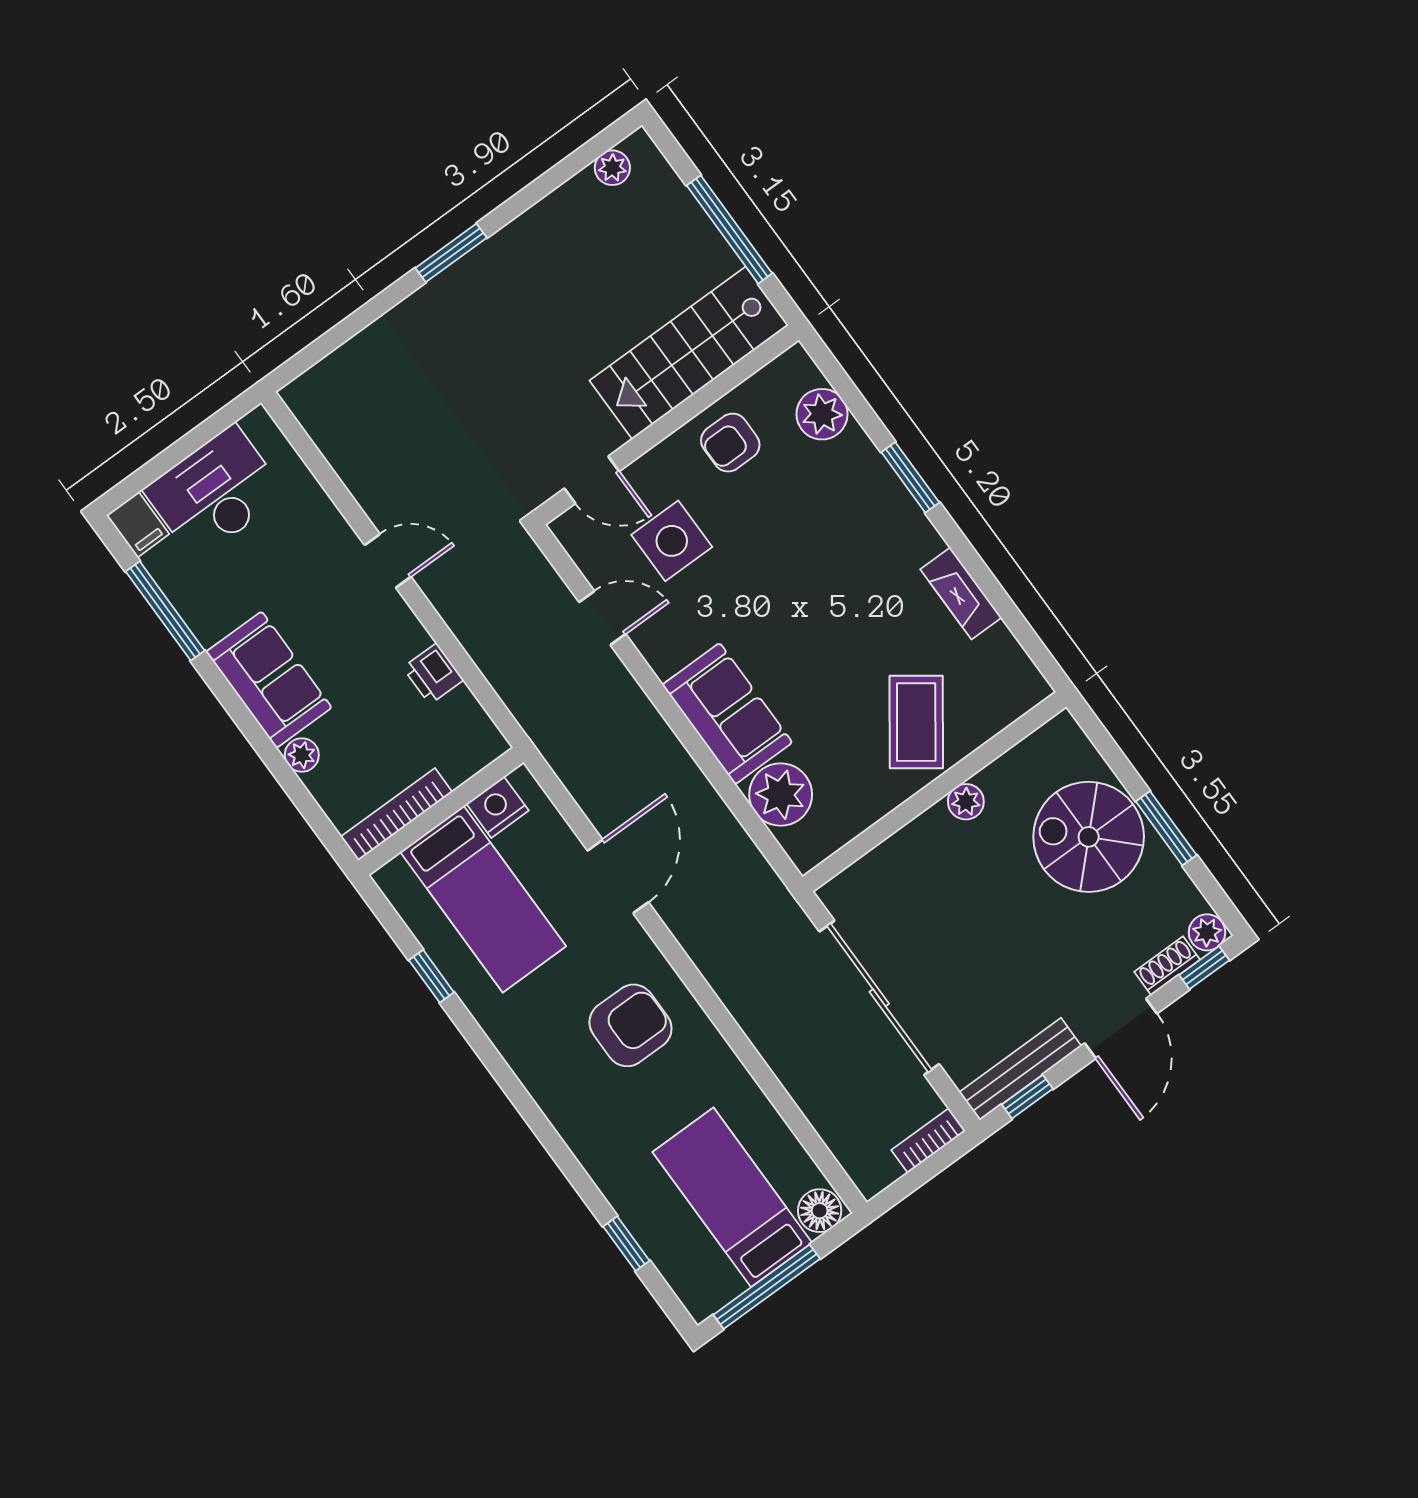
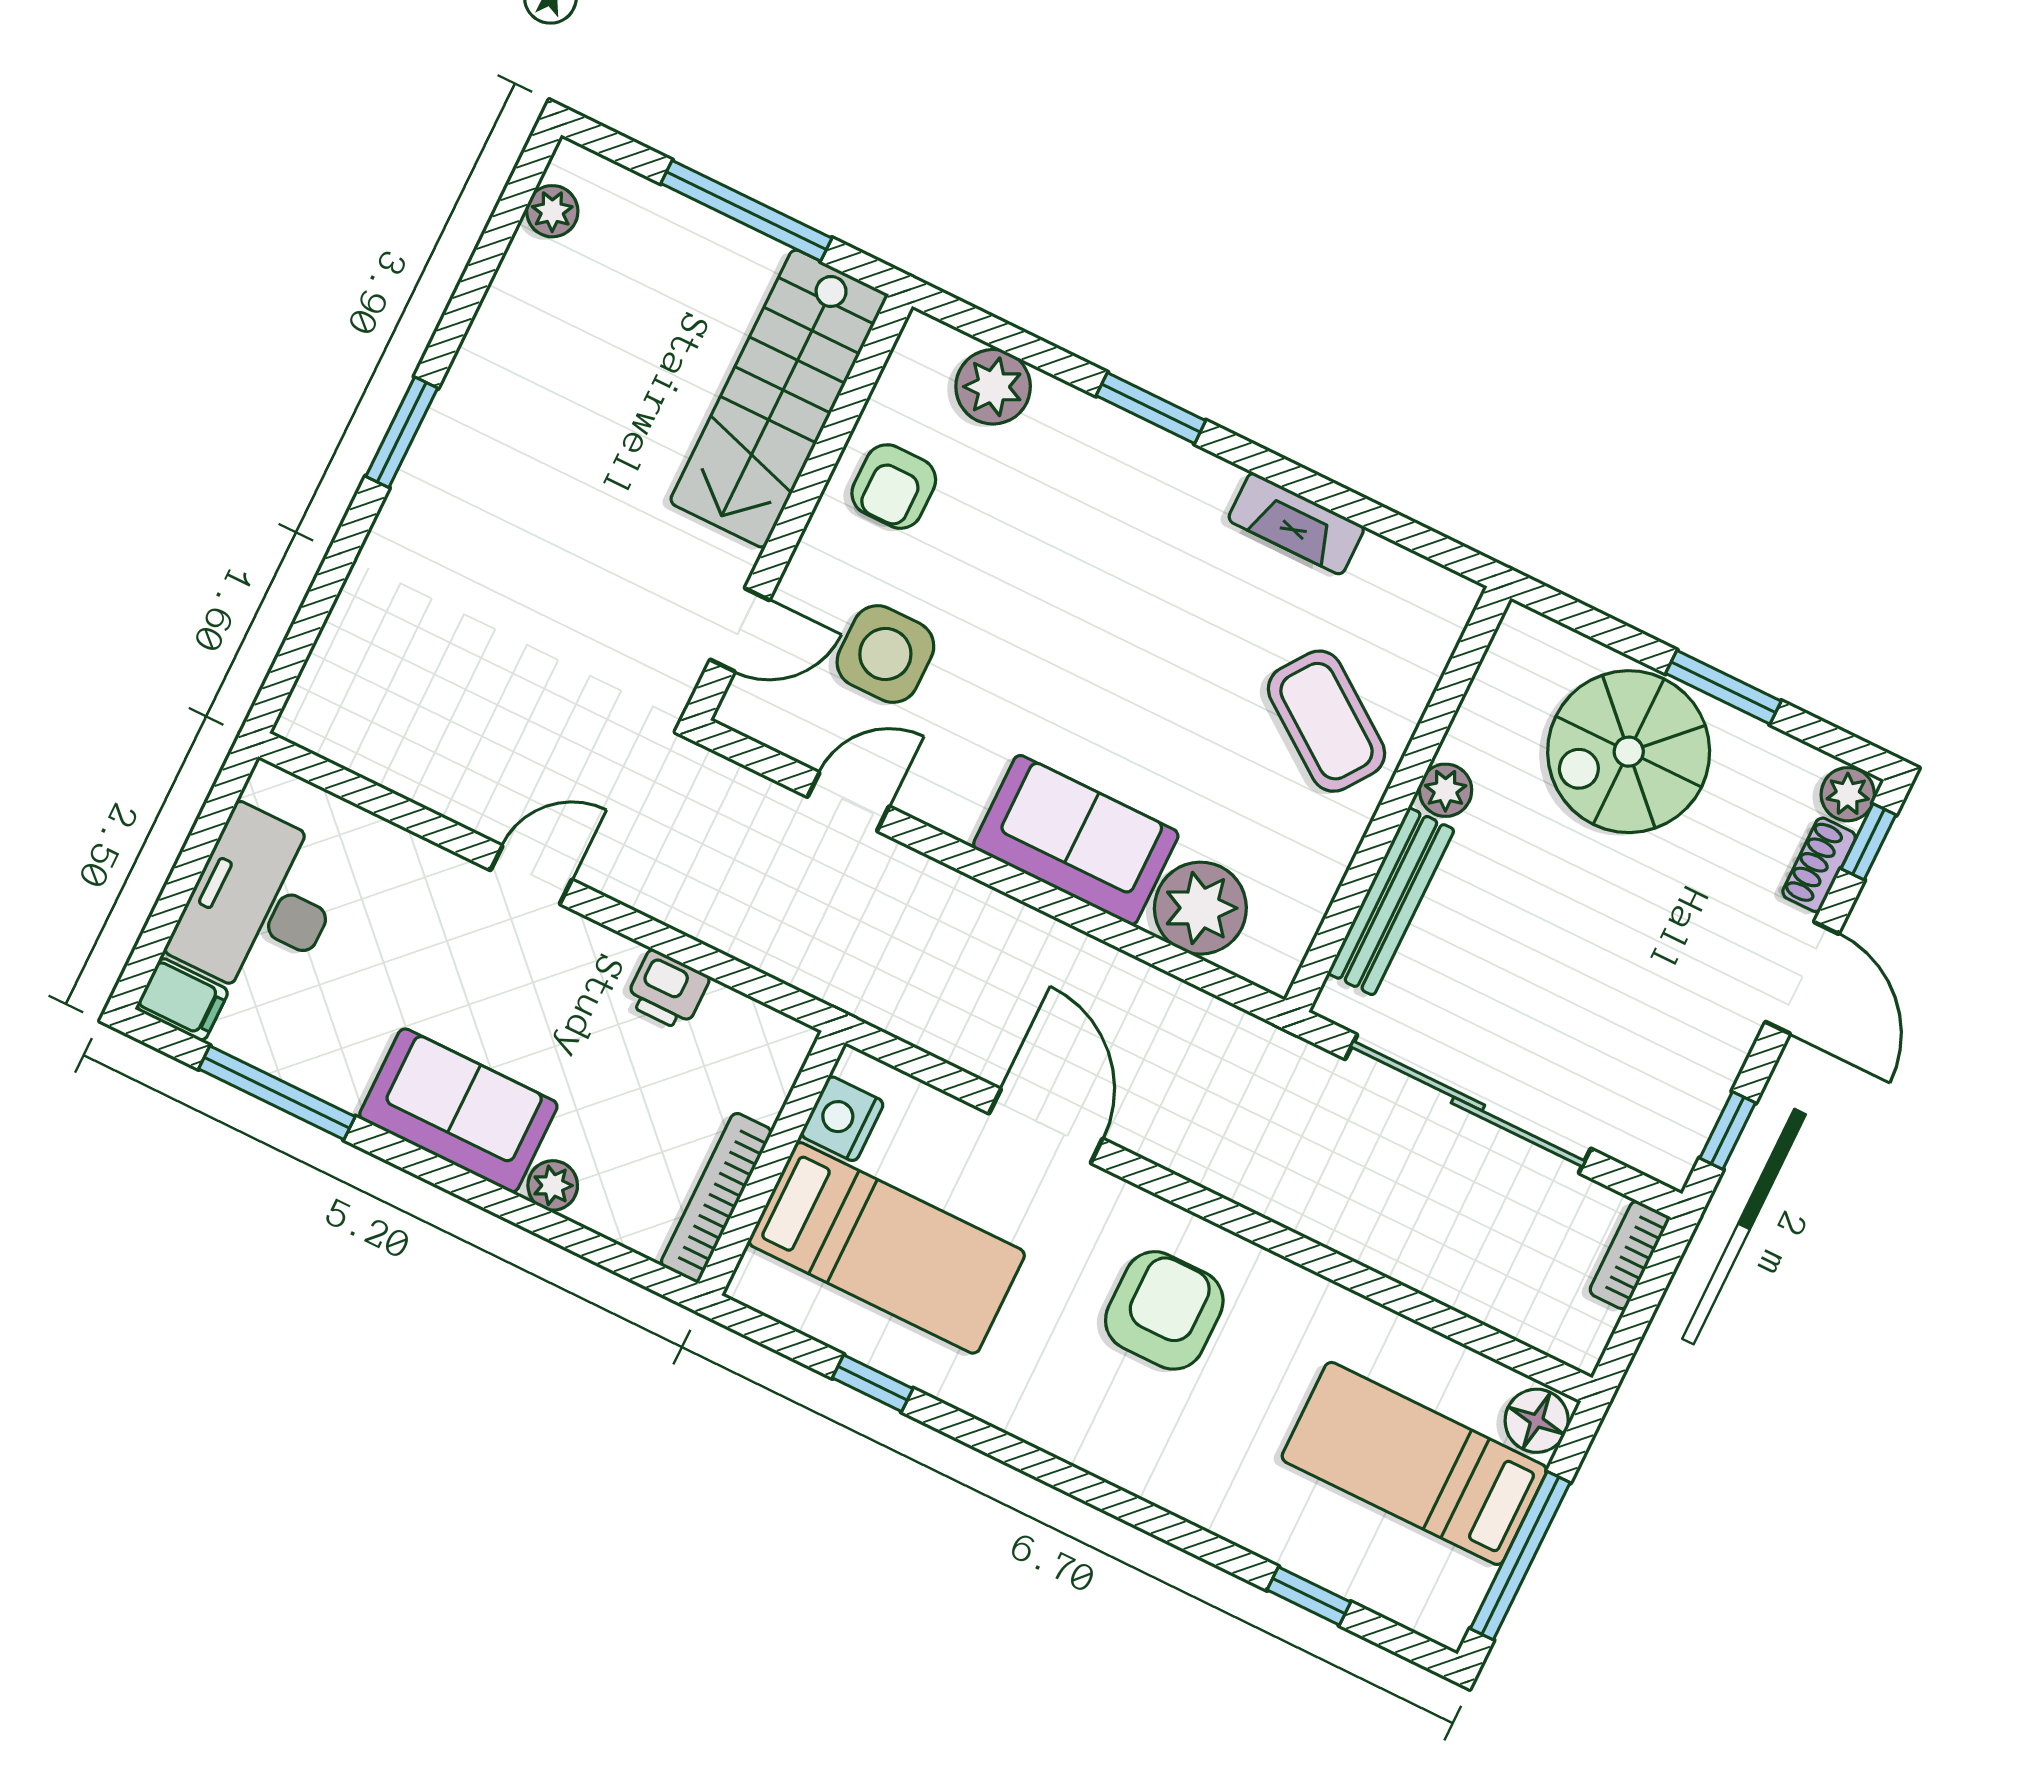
bench: (1020, 1069) -> (1391, 901), moved

